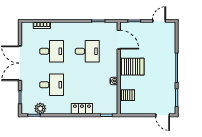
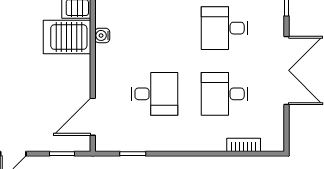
door: (119, 40) -> (93, 117), hinge flipped
desk: (87, 51) -> (155, 94), turned 180
server rack: (132, 67) -> (67, 37), moved

